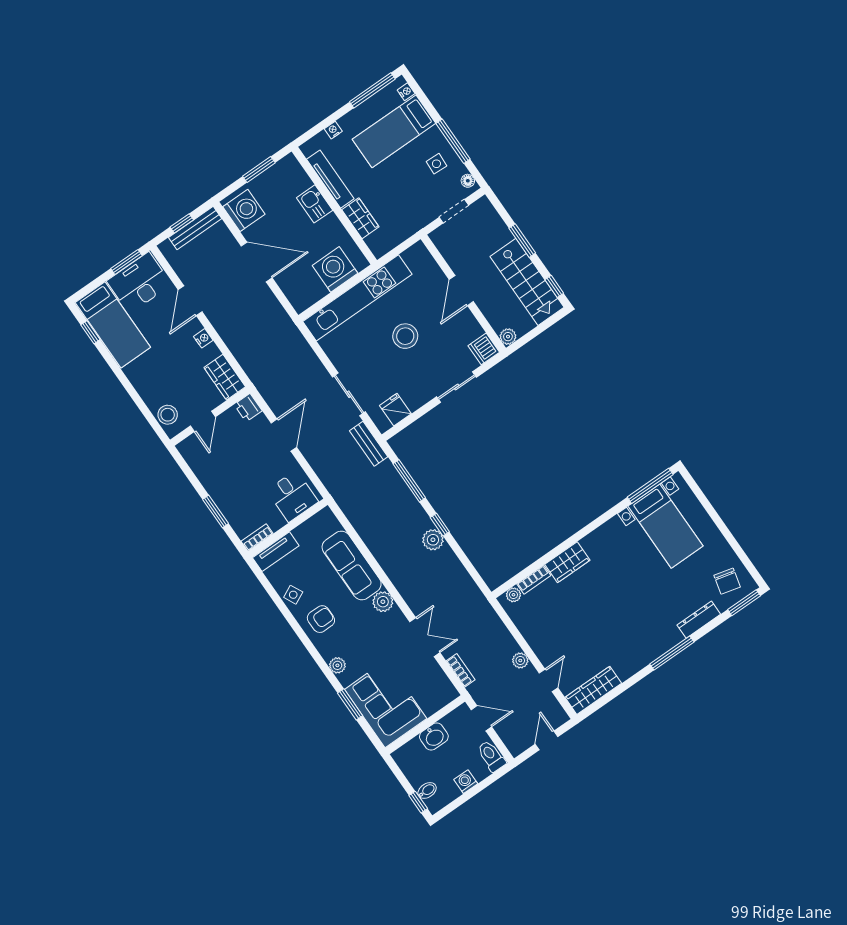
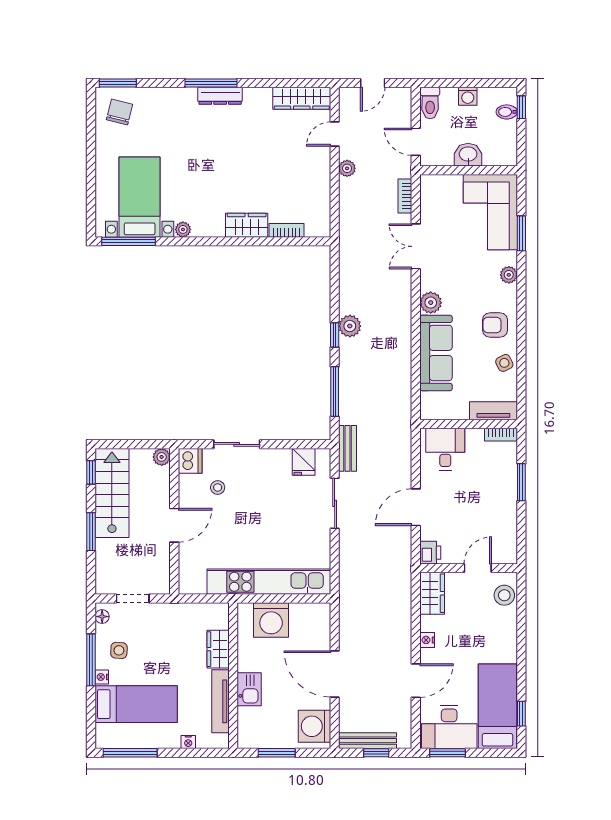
nightstand: (406, 92) -> (102, 677), moved
stool: (405, 336) -> (218, 487), moved, width x0.53, depth x0.53
plant: (513, 595) -> (183, 229), moved
dresser: (699, 620) -> (220, 96), moved

